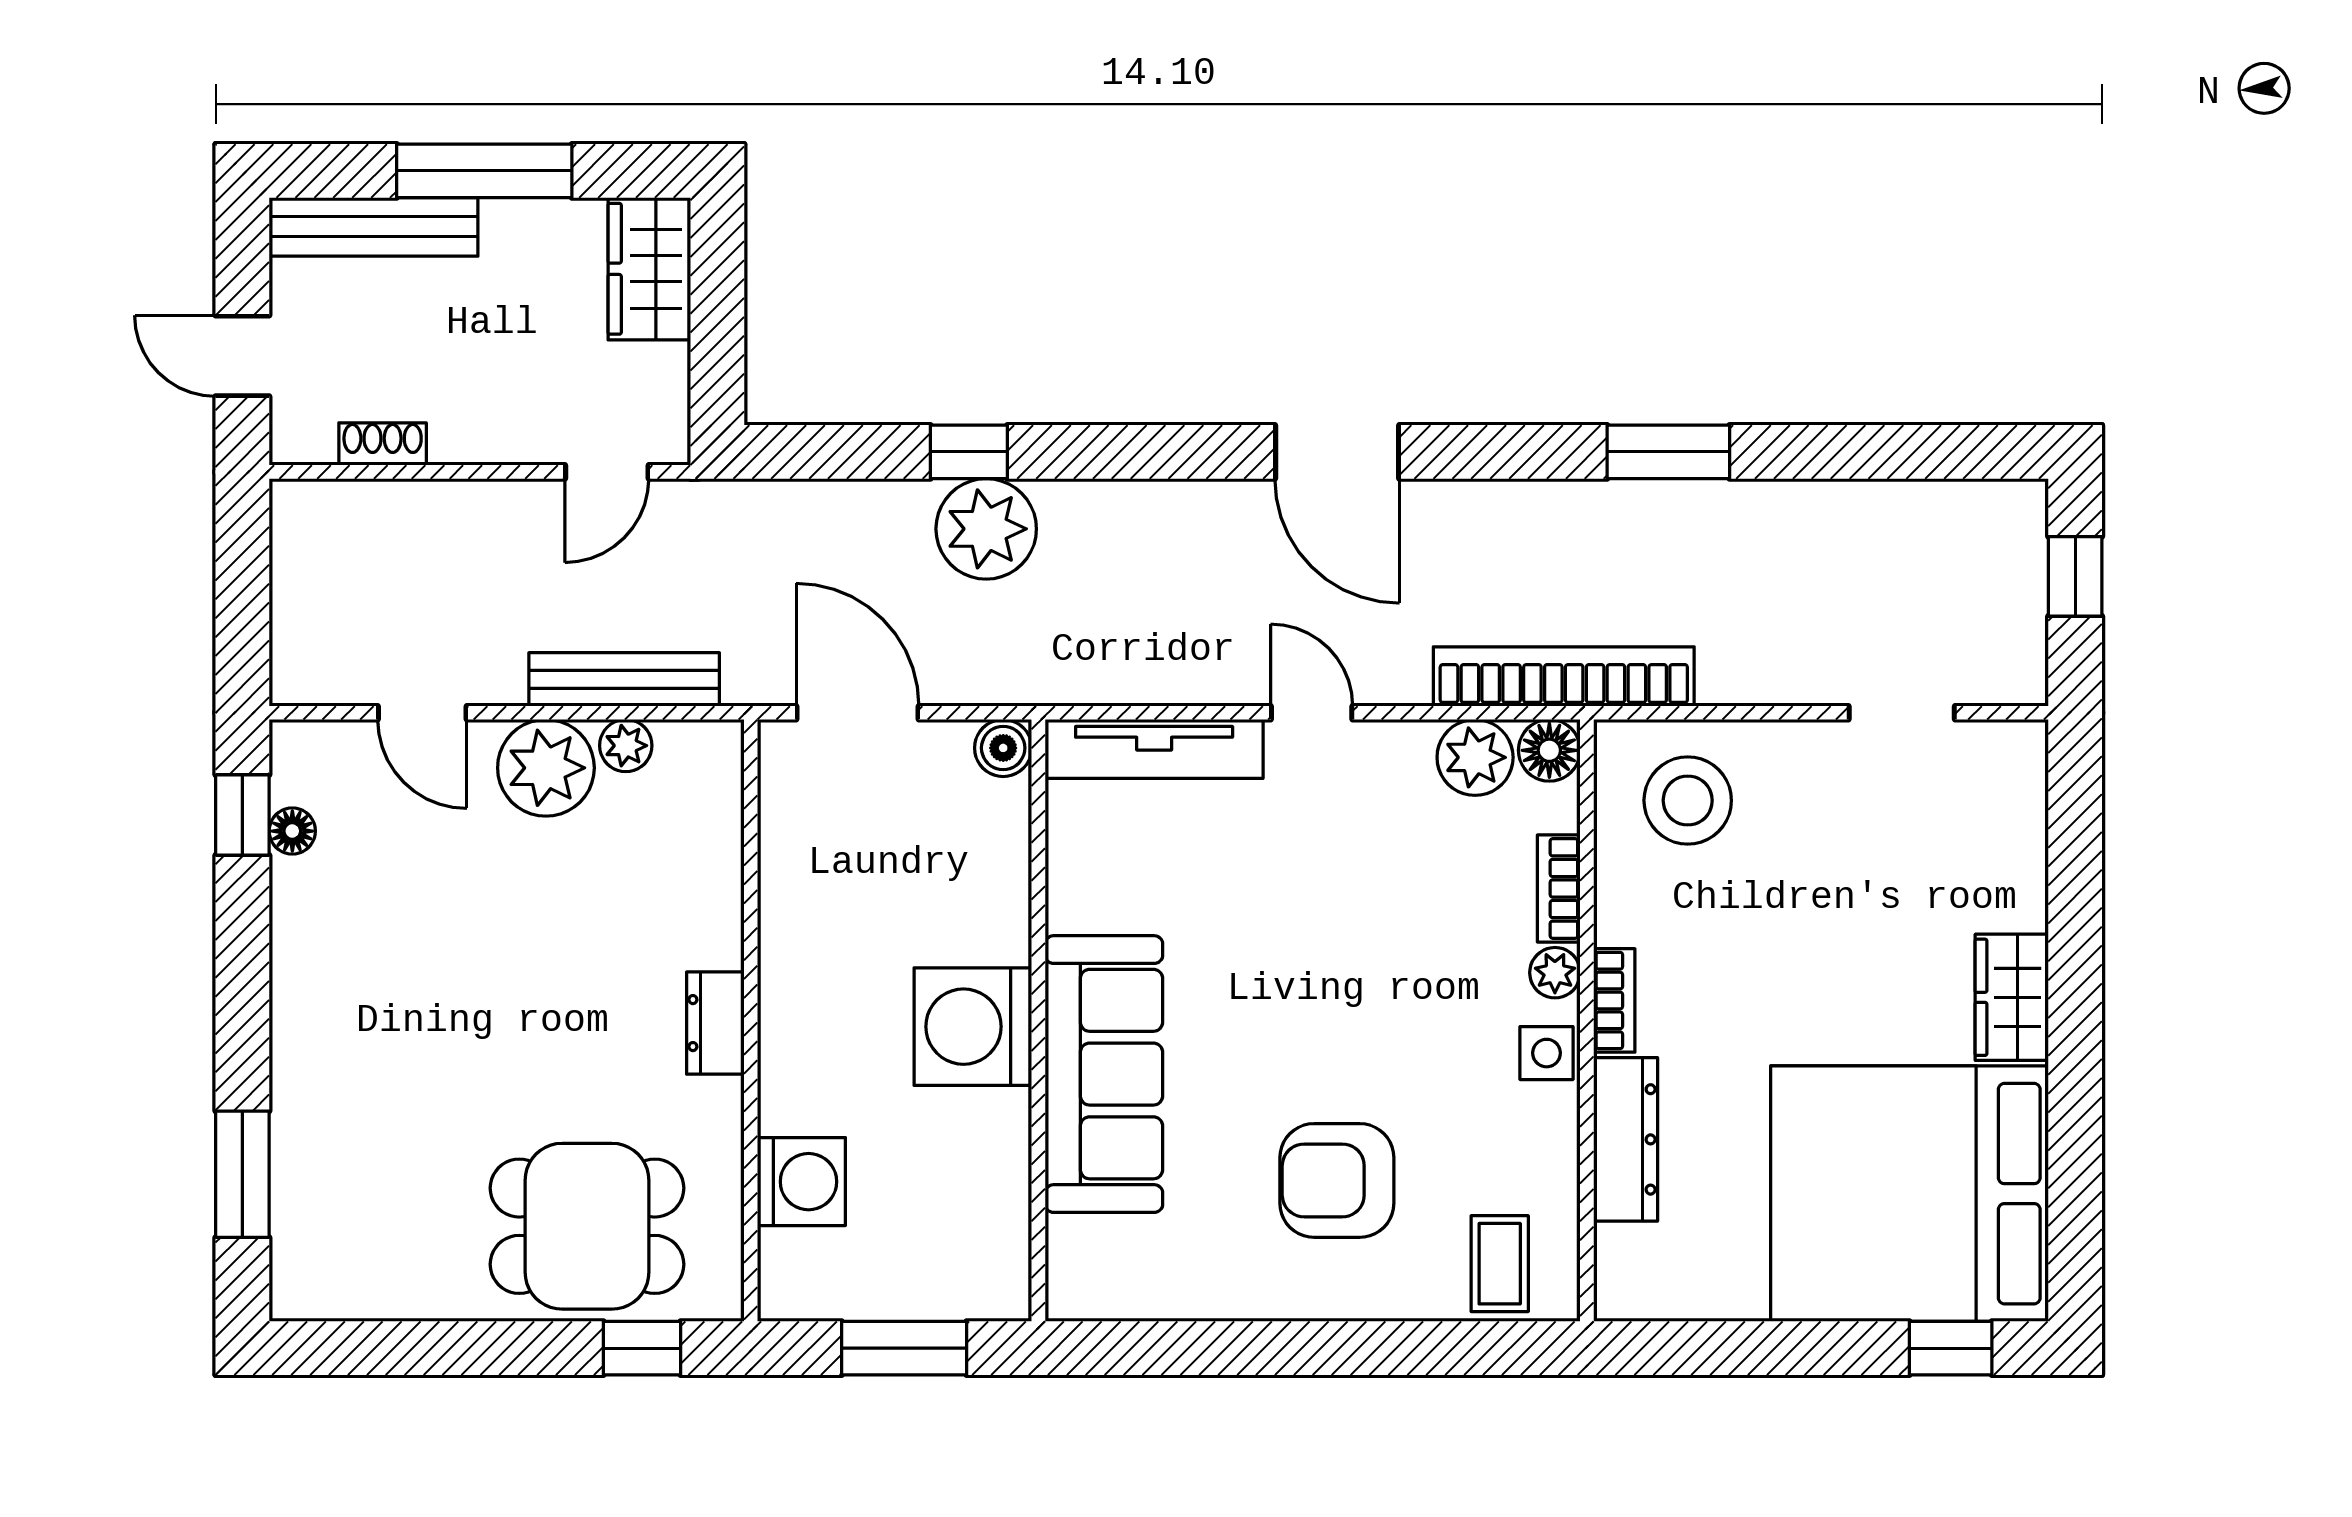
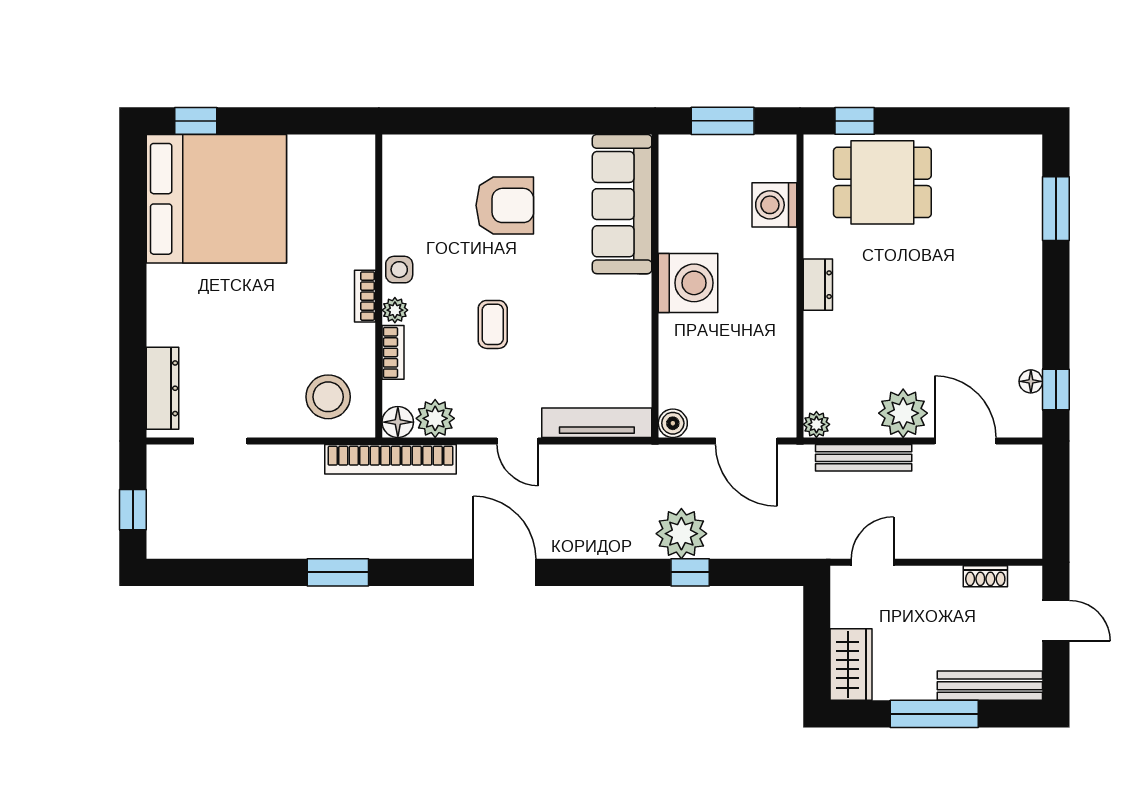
door: (422, 713) -> (965, 441), width x1.38
plant: (626, 746) -> (816, 424), moved
wardrobe: (2012, 997) -> (165, 298), removed
sofa: (1104, 1074) -> (622, 204), moved
dresser: (1626, 1139) -> (163, 388), moved, turned 180
coffee table: (1500, 1264) -> (493, 324), moved

